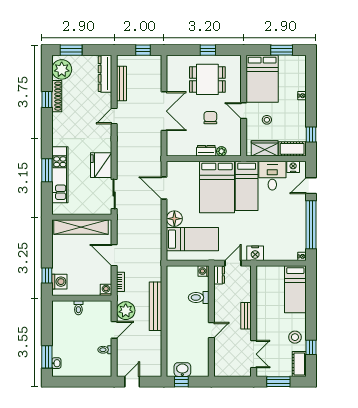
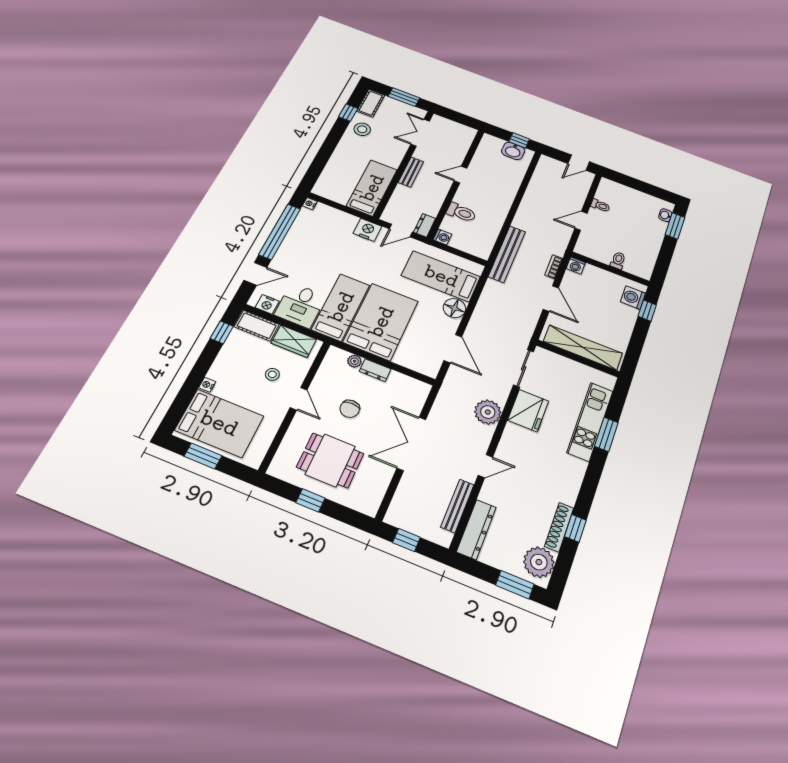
bed: (262, 79) -> (219, 423), moved, turned 90
bed: (295, 289) -> (372, 188), moved
bench: (155, 306) -> (507, 254), moved
plant: (126, 311) -> (488, 412), moved

